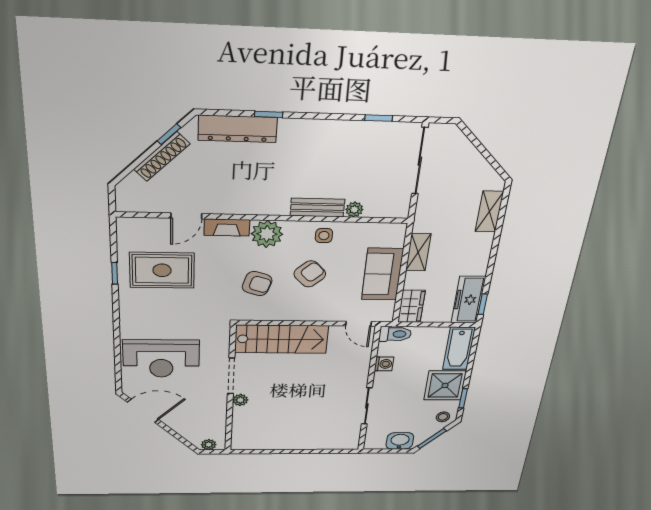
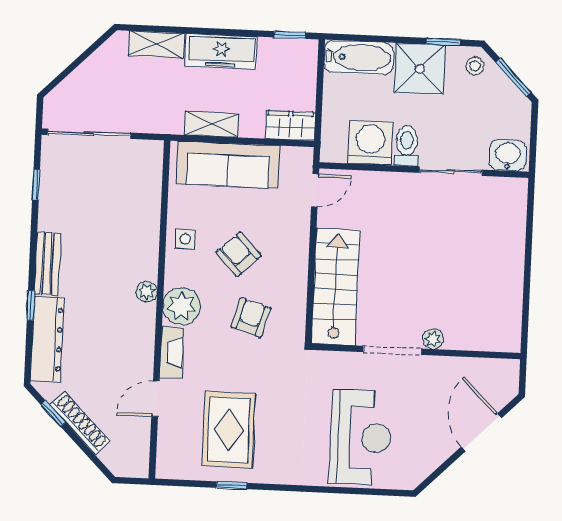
bench: (317, 208) -> (47, 264), moved
plant: (354, 210) -> (147, 291), moved
door: (186, 216) -> (155, 399), swing flipped
sofa: (382, 274) -> (228, 165), width x1.36
freezer: (468, 300) -> (221, 51), moved
toilet: (395, 334) -> (407, 146), moved
washing machine: (384, 364) -> (371, 143), width x1.89, depth x1.89
door: (143, 411) -> (481, 432), moved
washbasin: (400, 441) -> (508, 155), moved, turned 90
plant: (209, 445) -> (509, 382), removed

